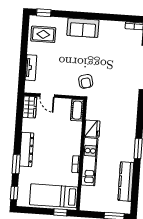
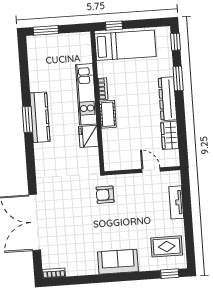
armchair: (86, 81) -> (105, 195), turned -76
wardrobe: (30, 107) -> (170, 135), moved
cot: (77, 110) -> (108, 114), moved
kitchen counter: (126, 181) -> (40, 117), moved

